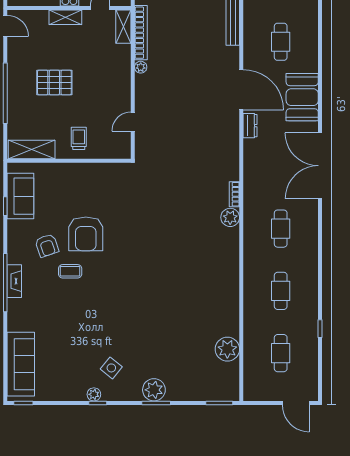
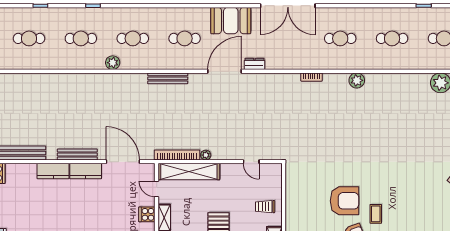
shelving: (123, 27) -> (189, 172), width x2.20, depth x1.33
plant: (230, 217) -> (357, 80), moved

